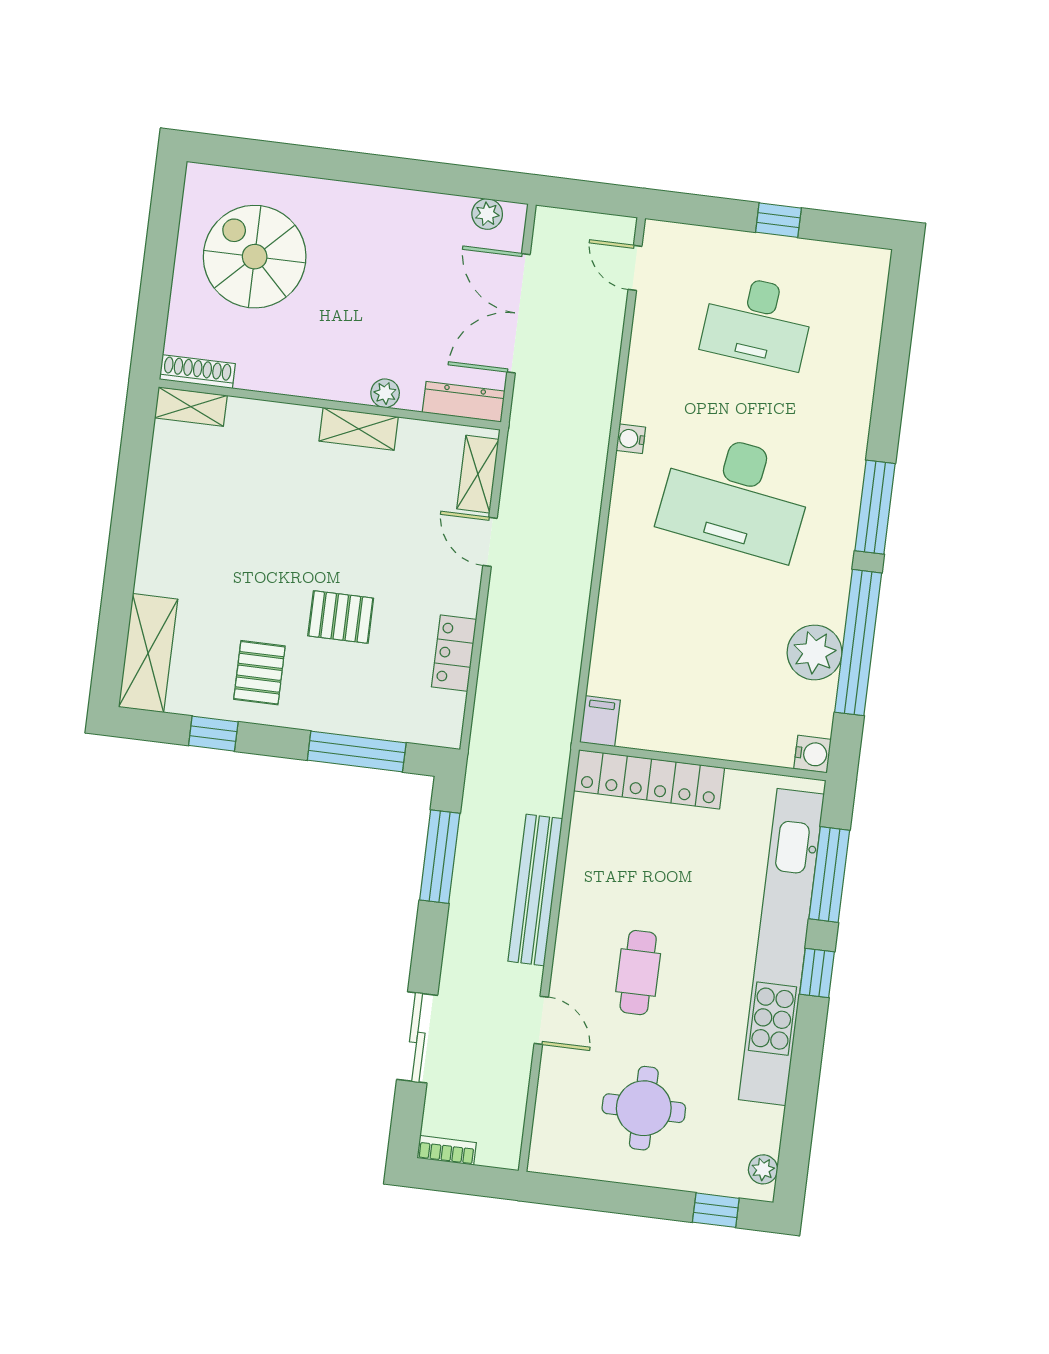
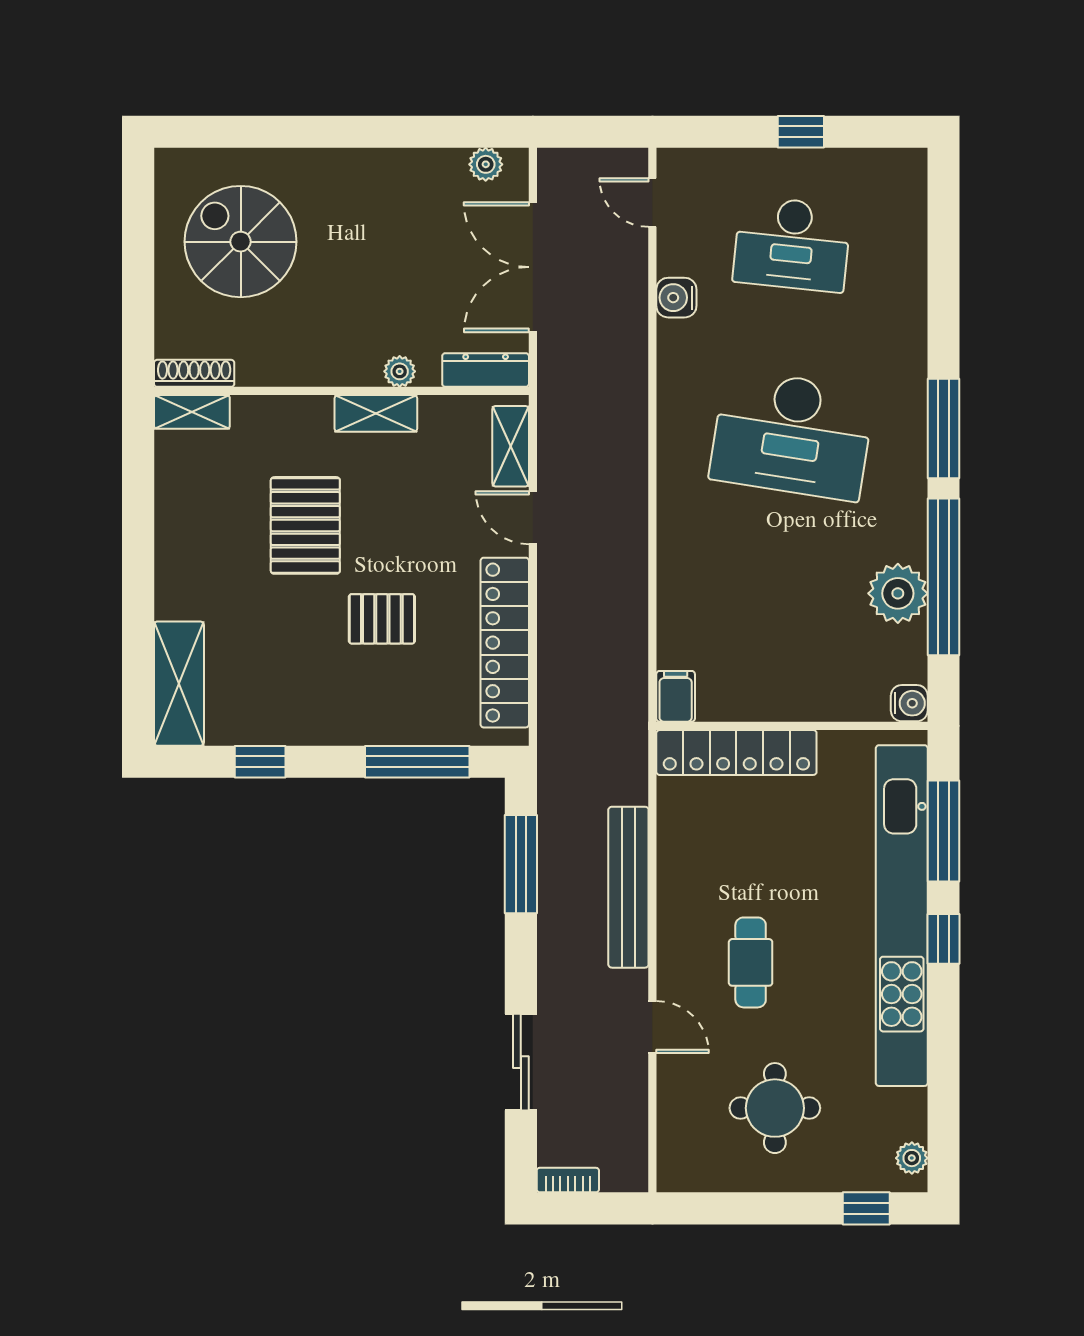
water cooler: (631, 439) -> (676, 298), moved, width x1.38, depth x1.38
locker: (454, 653) -> (505, 643), width x2.16, depth x1.21
pallet: (259, 673) -> (305, 525), moved, width x1.50, depth x1.42

